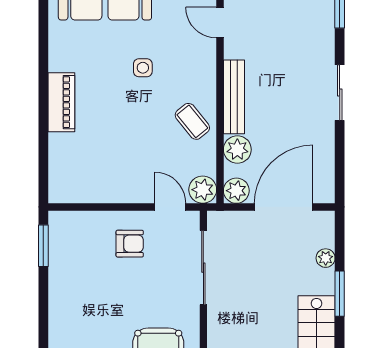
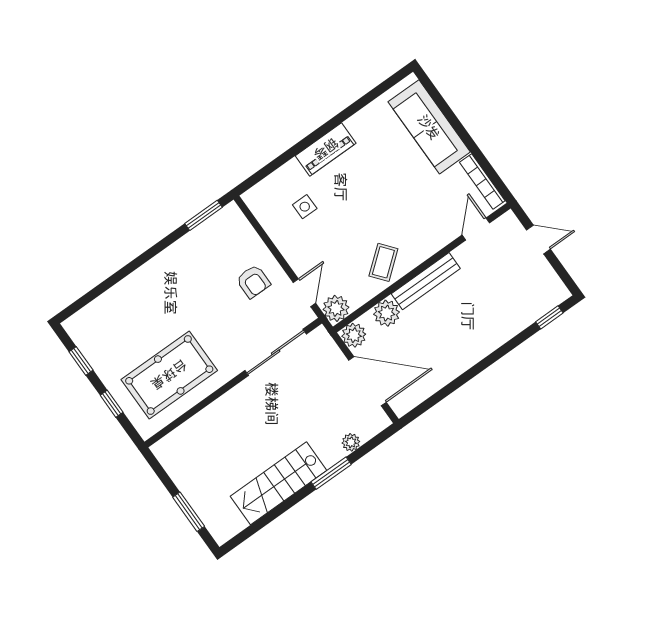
side table: (143, 68) -> (305, 207), moved
sliding door: (340, 93) -> (488, 361), removed

